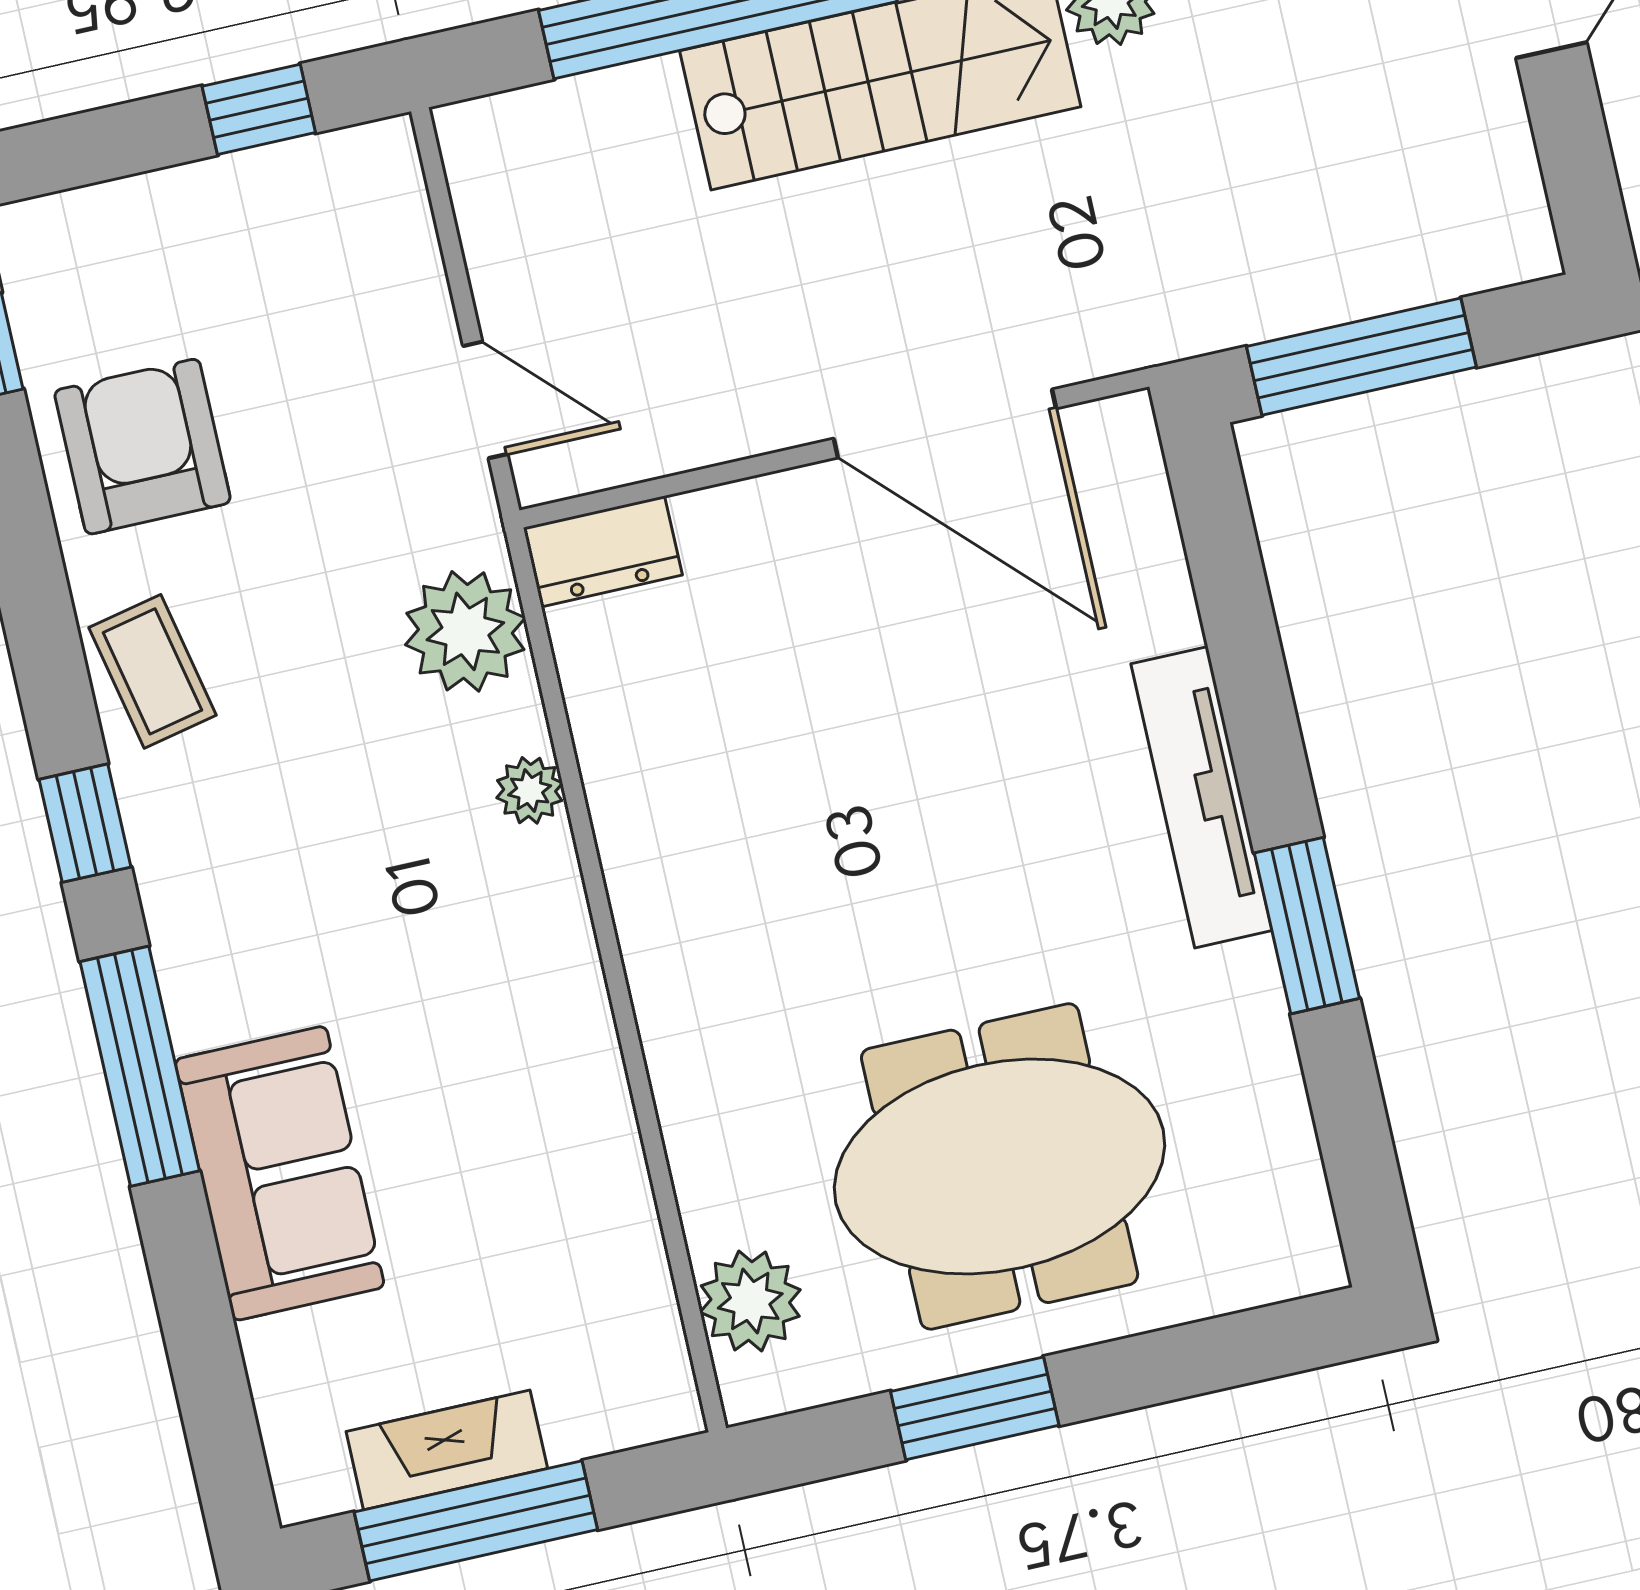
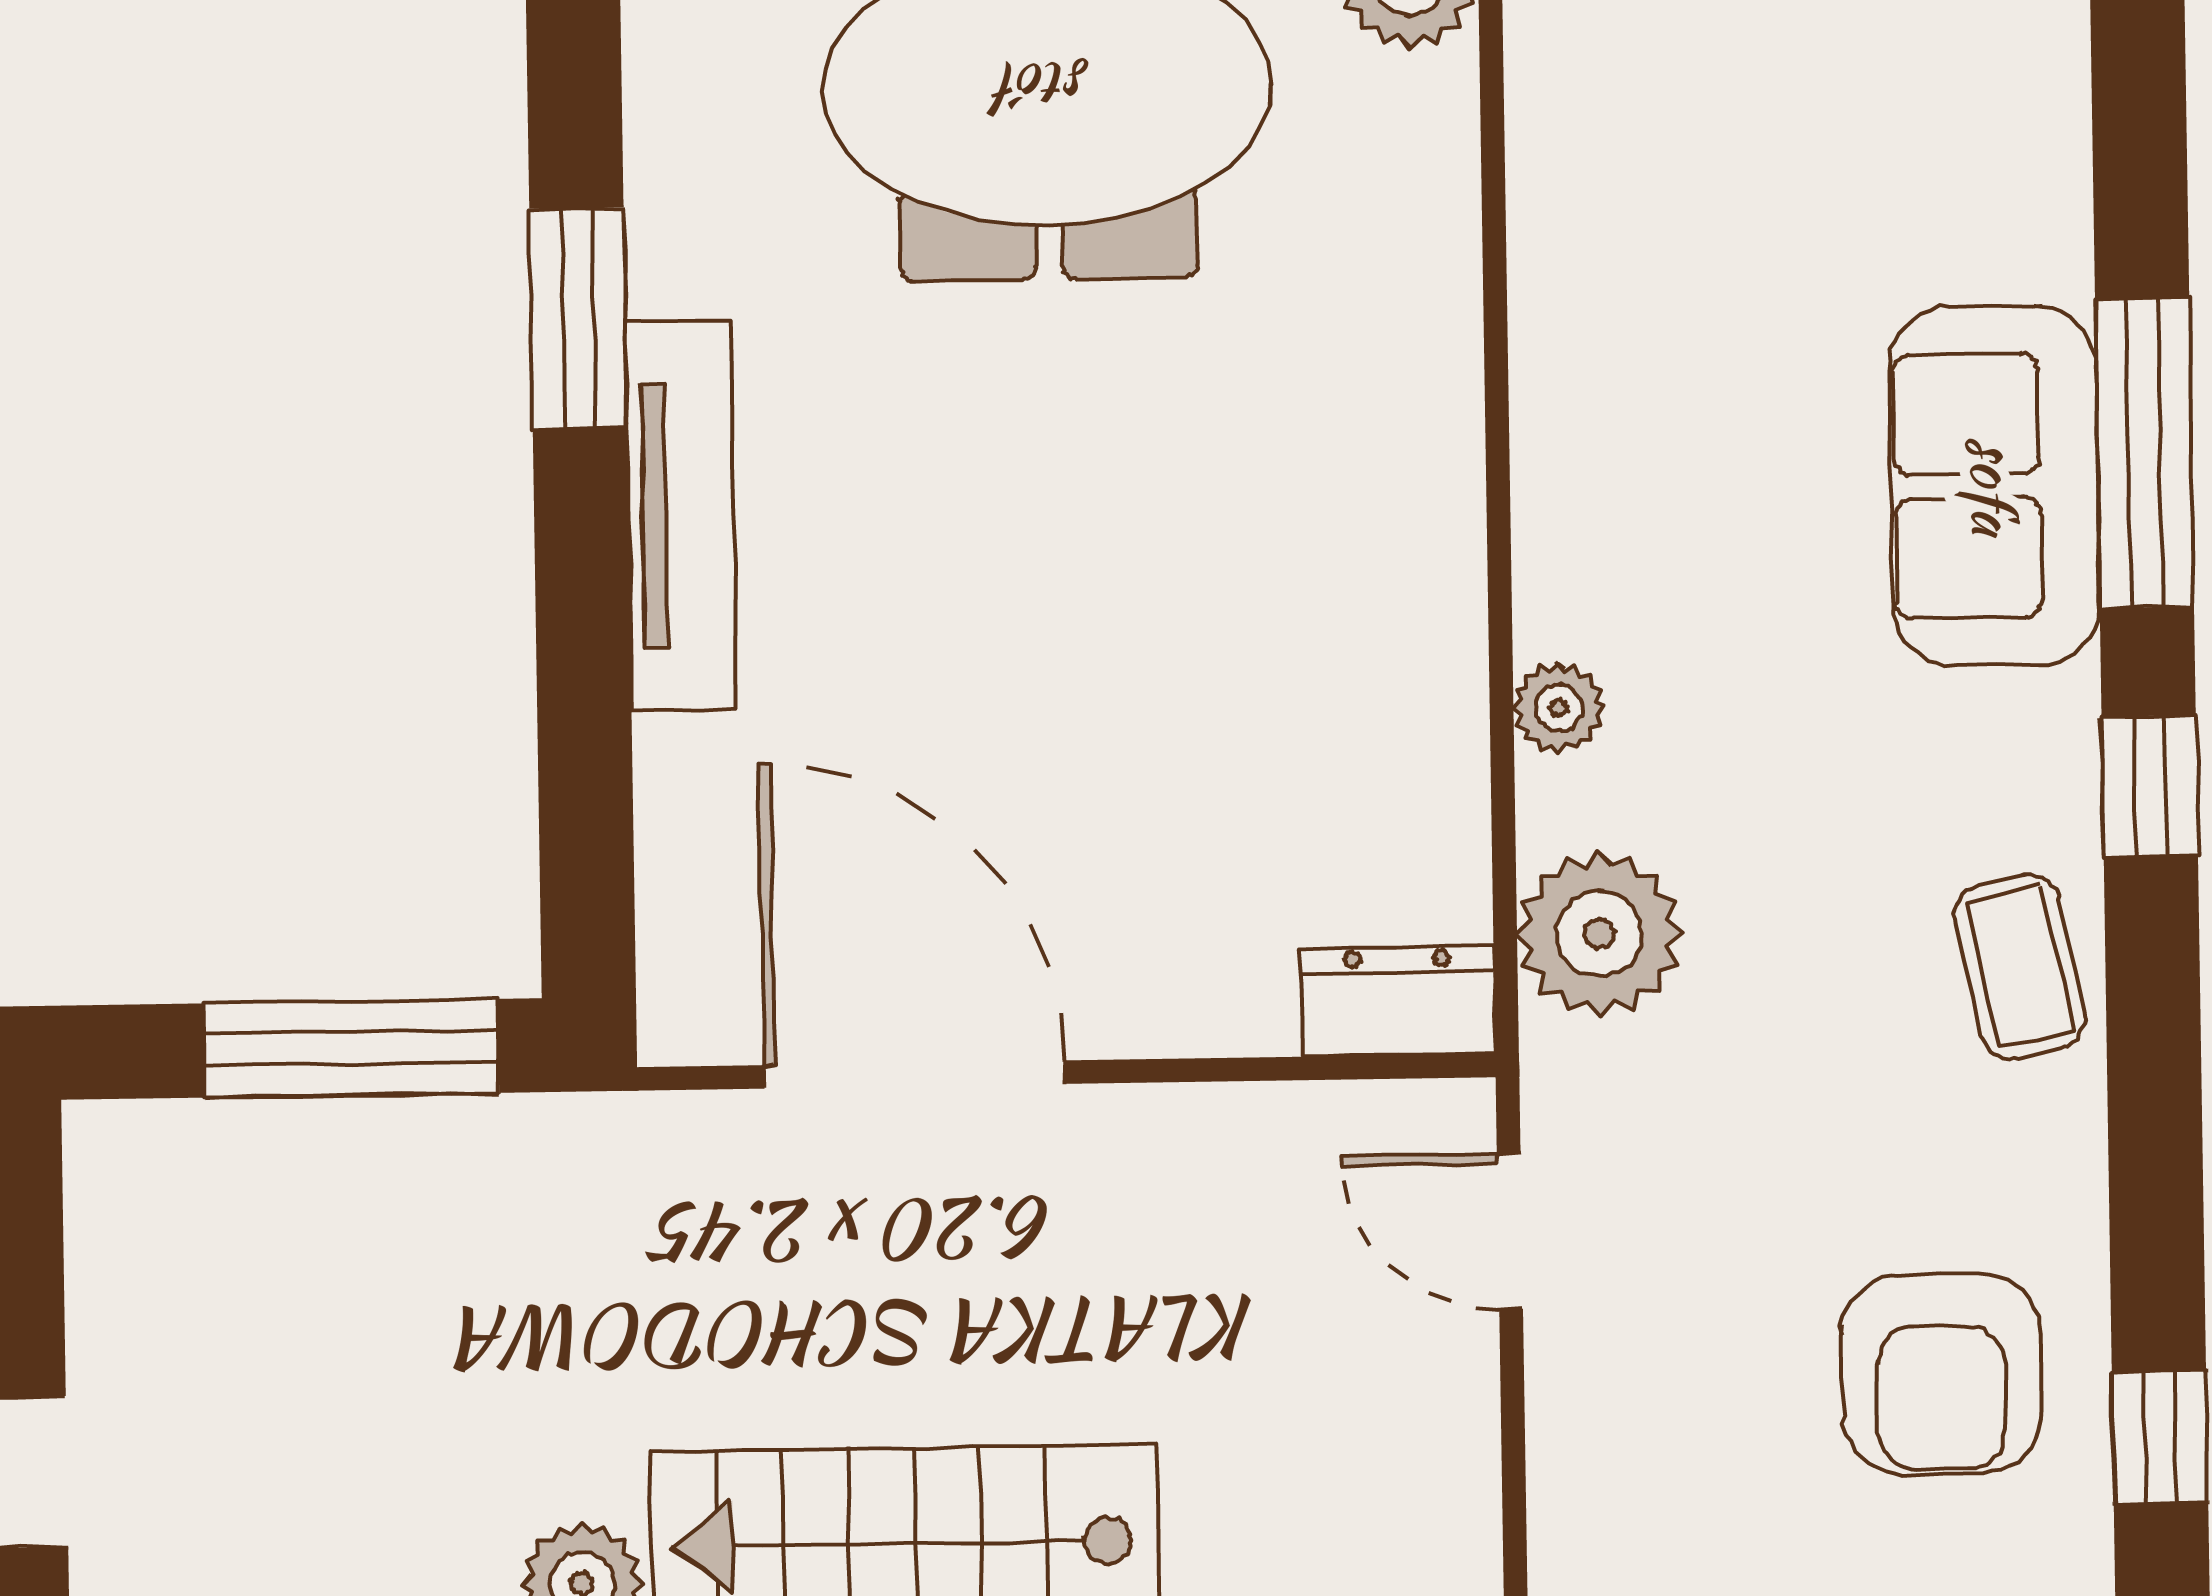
armchair: (143, 447) -> (1941, 1374), moved
sofa: (280, 1173) -> (1994, 486), moved

